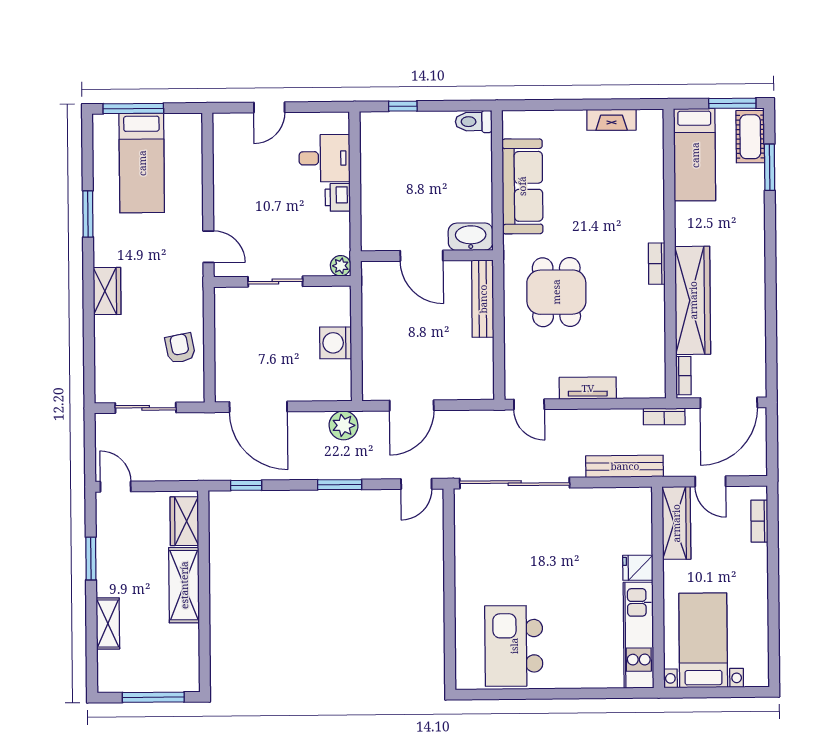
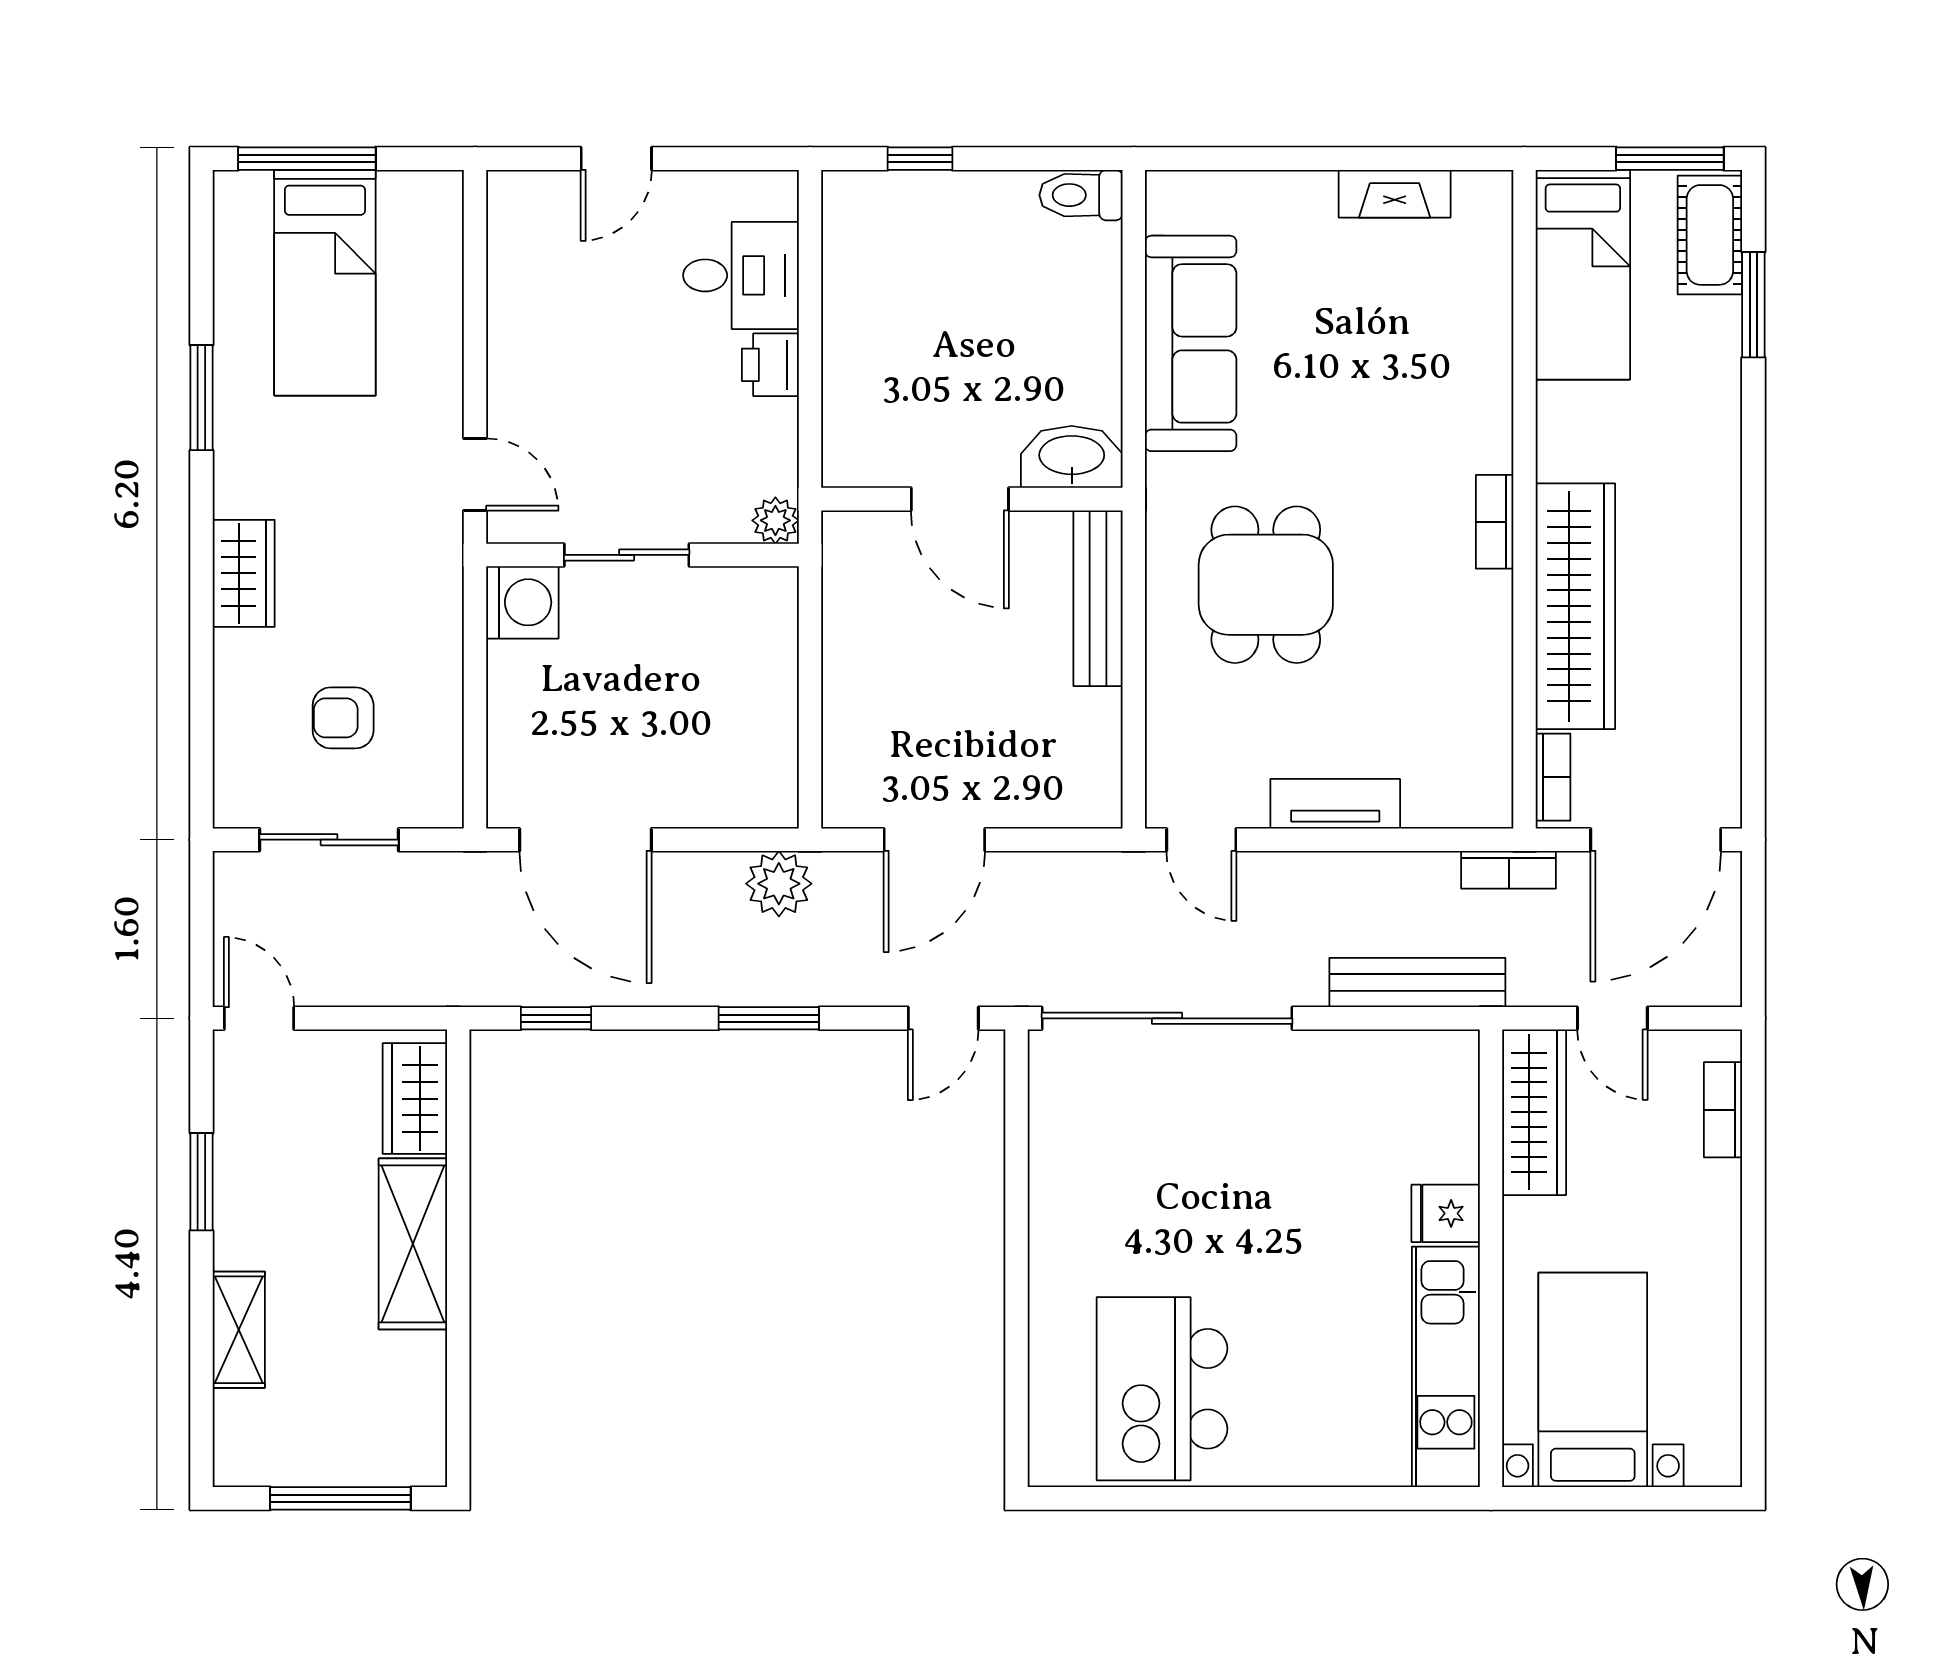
washing machine: (336, 343) -> (522, 602), moved, turned 180
armchair: (180, 348) -> (343, 718), moved, turned -79

